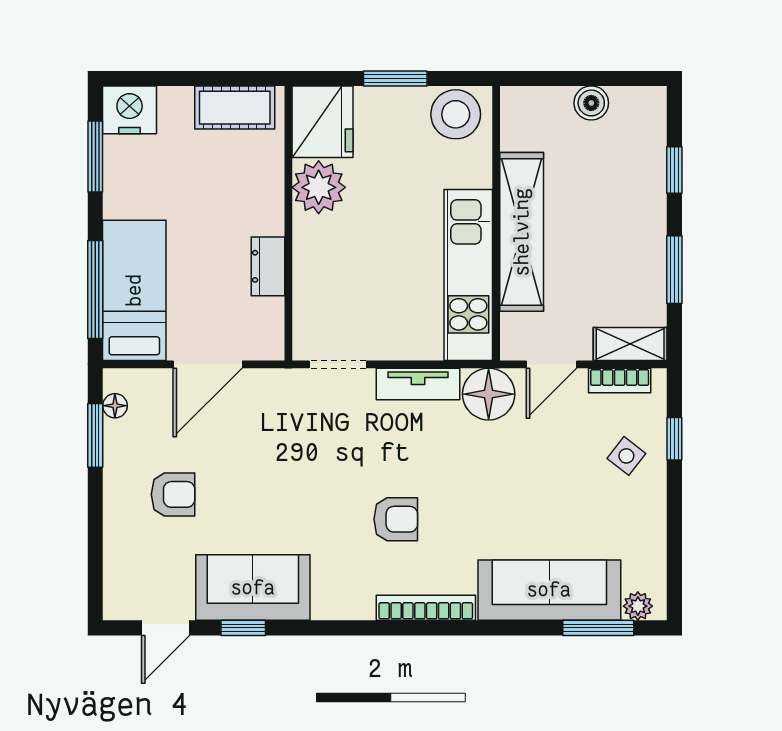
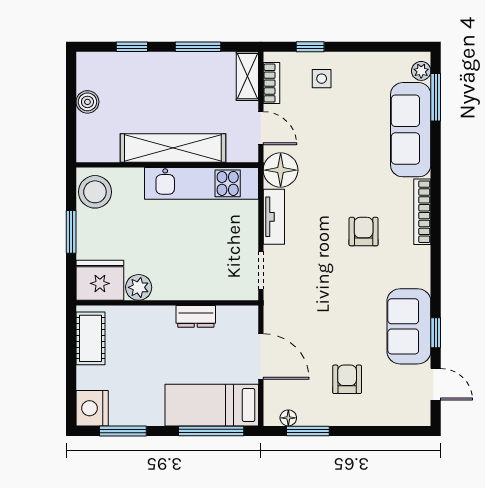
plant: (319, 187) -> (139, 287), width x0.73, depth x0.73
side table: (626, 456) -> (322, 79), turned -38

